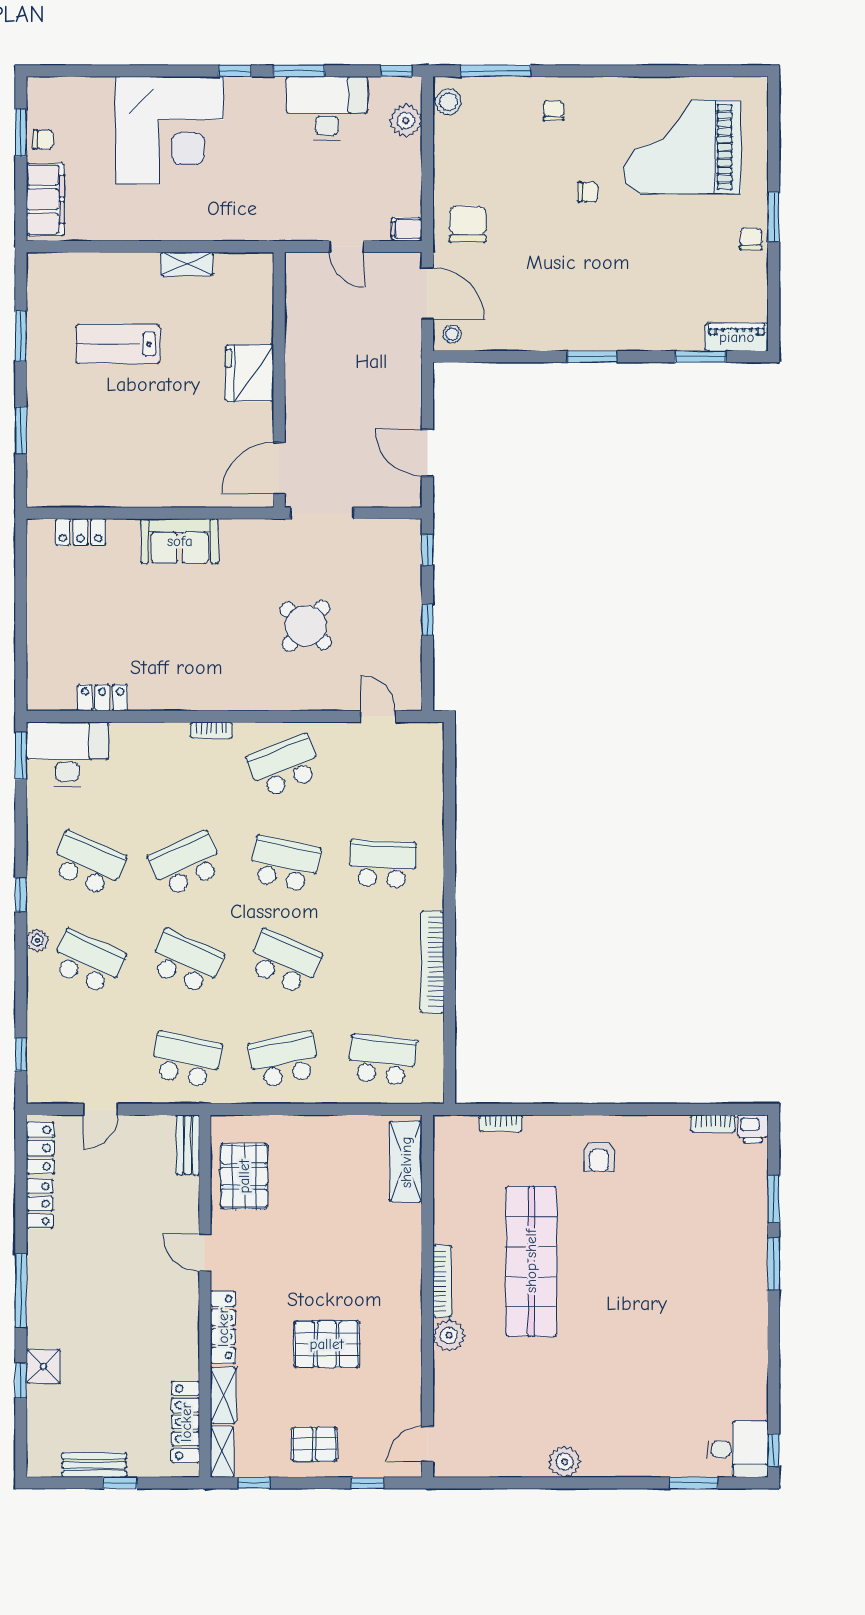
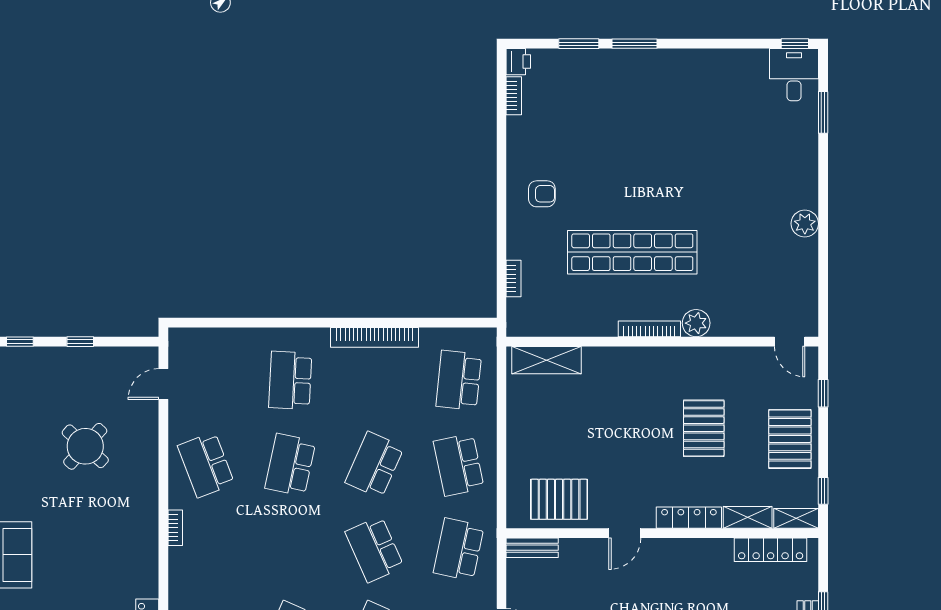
school desk: (186, 864) -> (290, 549), removed
school desk: (186, 962) -> (375, 549), turned -48
pallet: (314, 1444) -> (790, 439), width x1.50, depth x1.42

